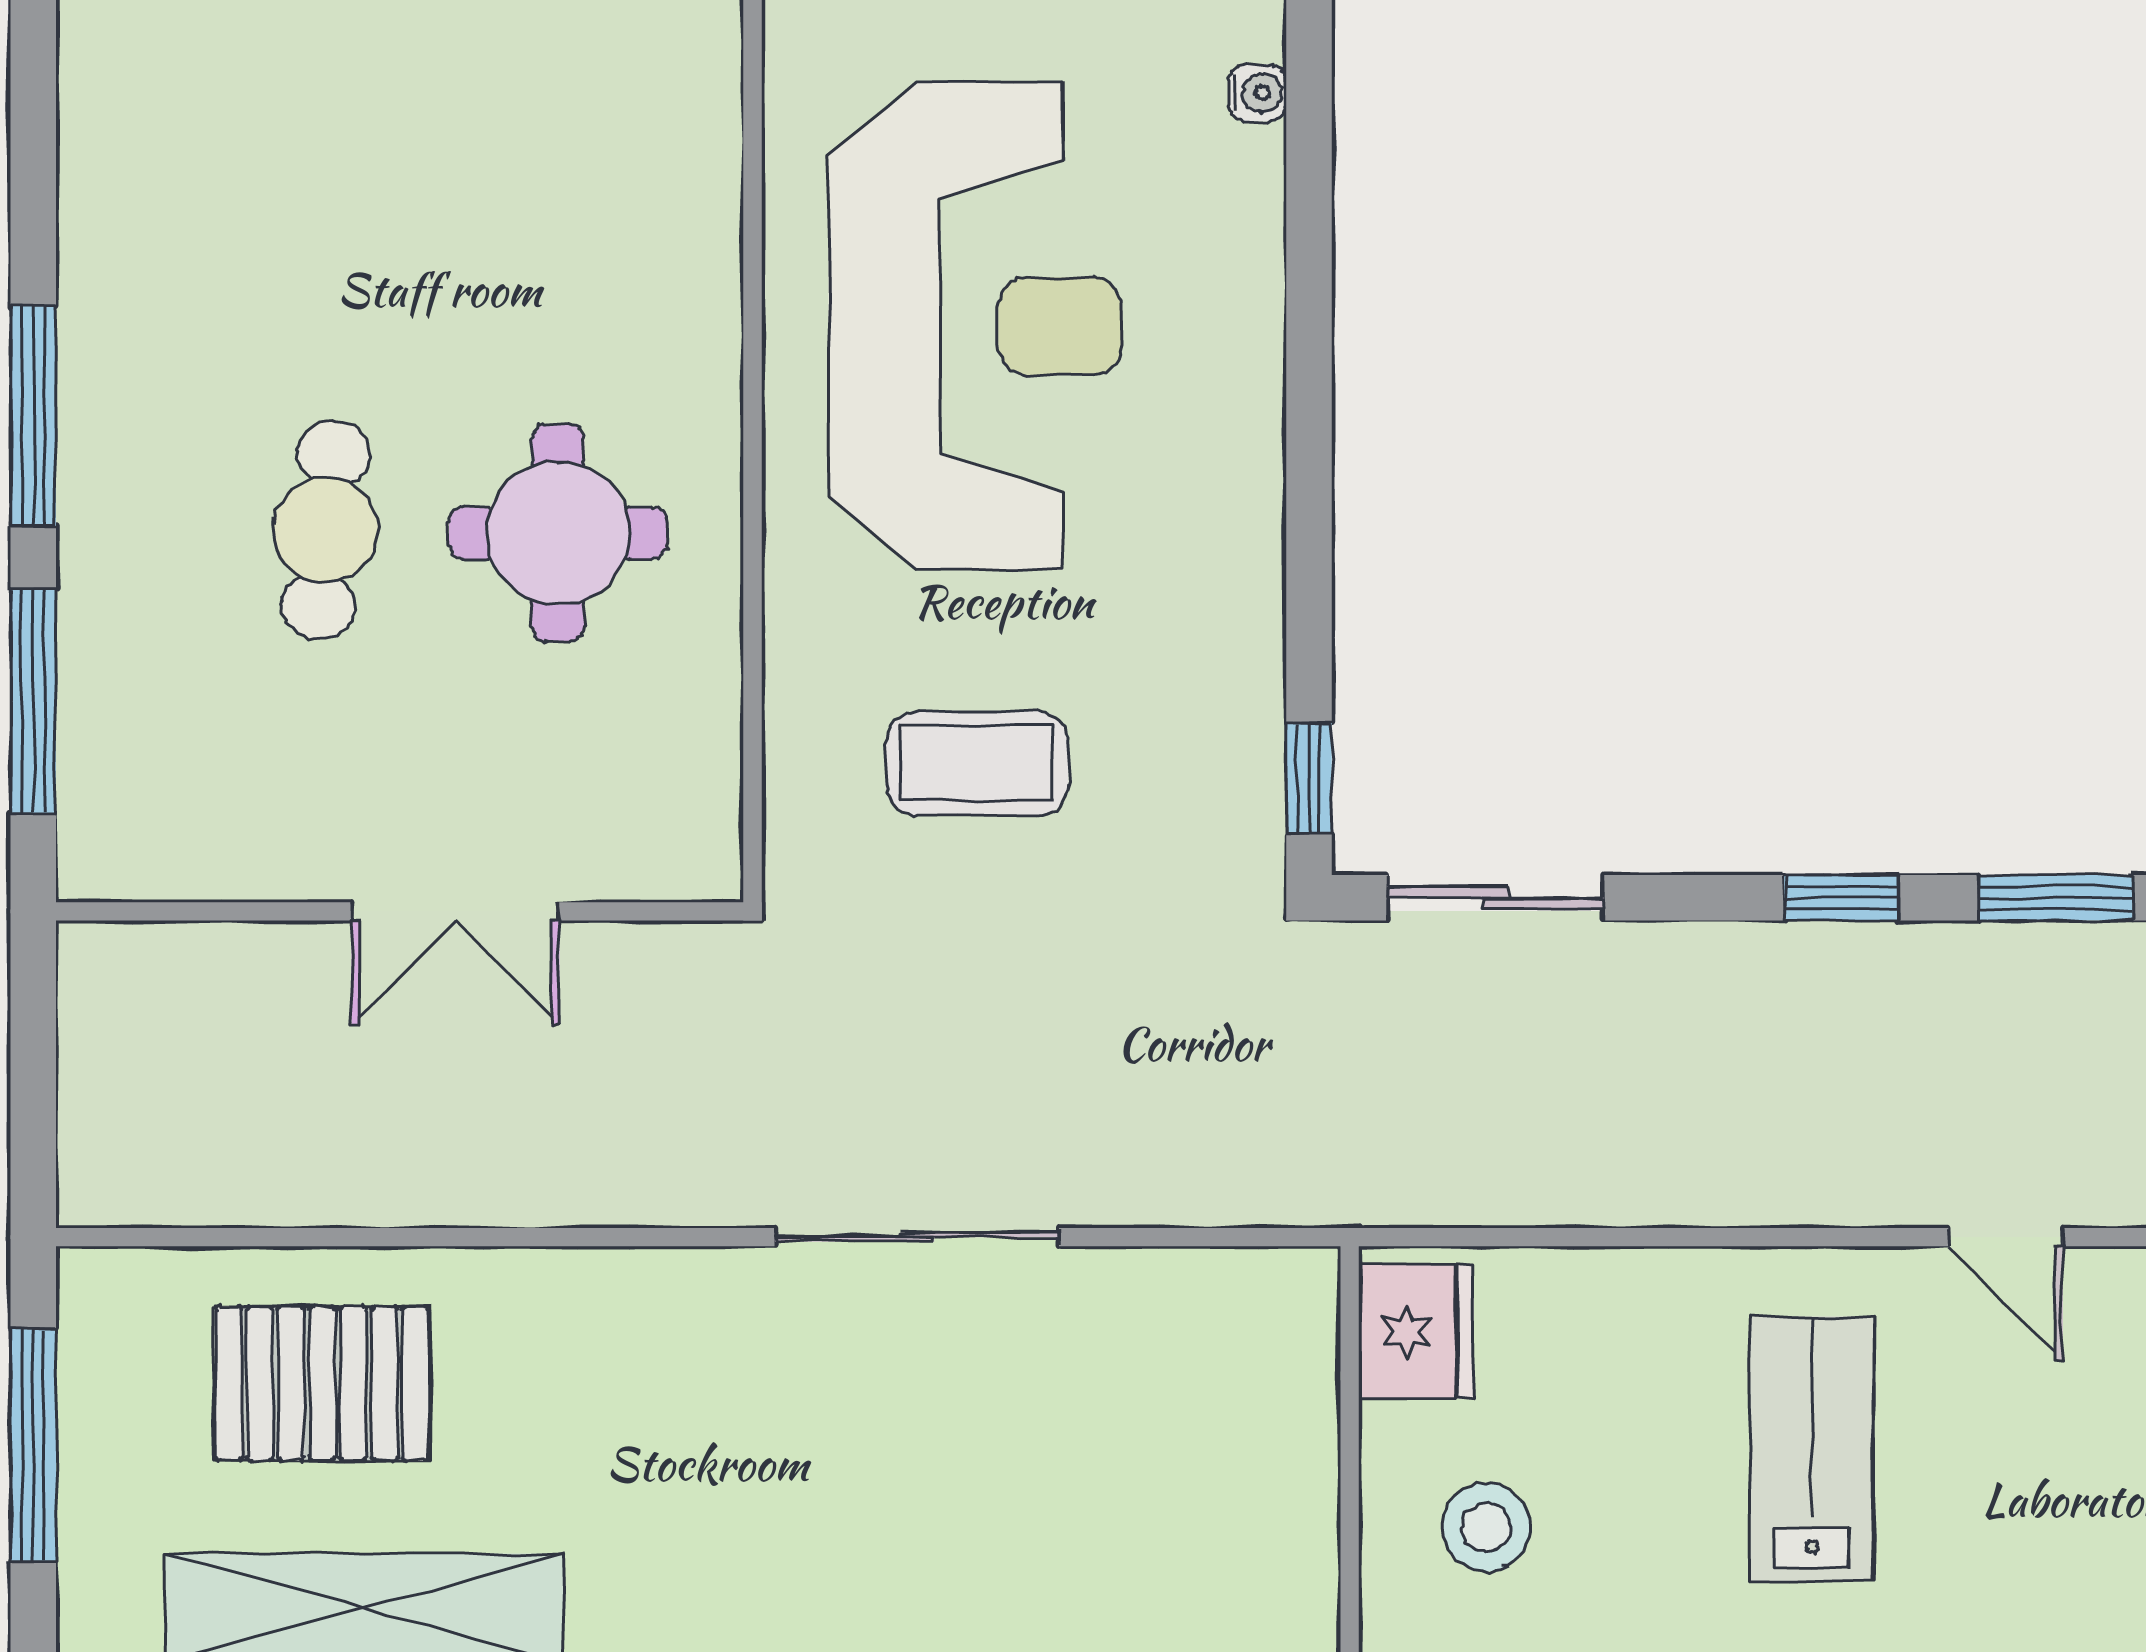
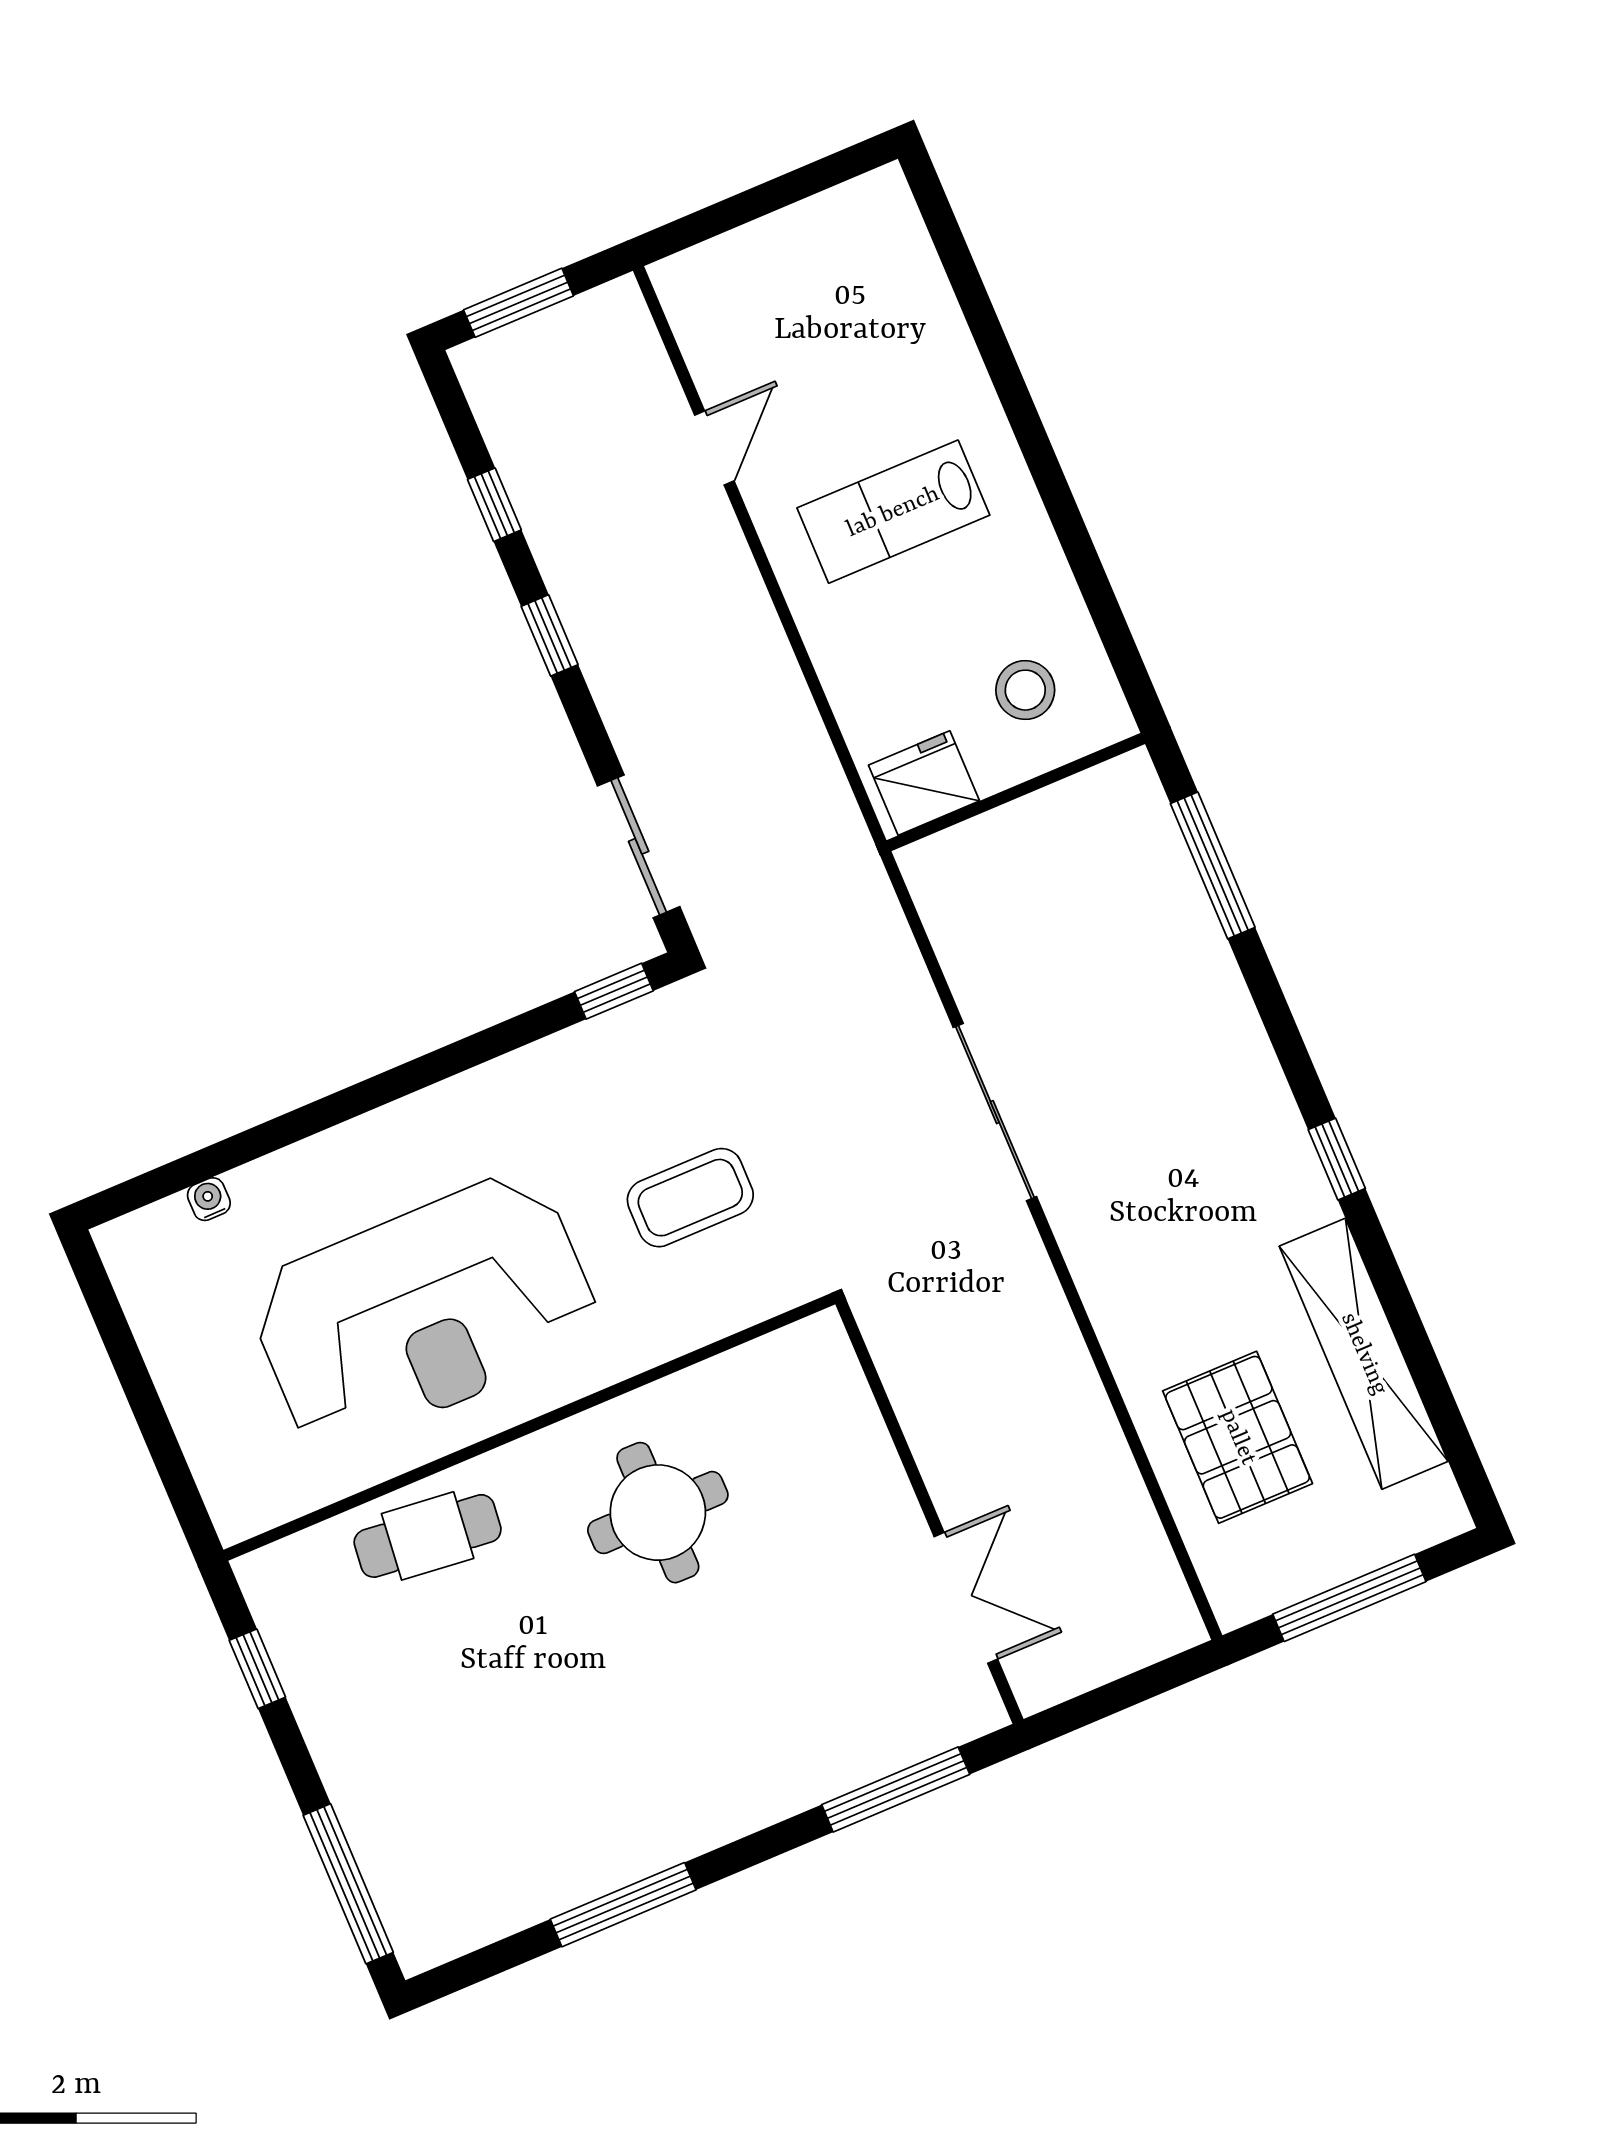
reception desk: (975, 326) -> (424, 1311), turned 180
window: (33, 415) -> (623, 1905), moved
cafe table: (326, 530) -> (428, 1536), moved
coffee table: (977, 763) -> (690, 1198), turned 90
window: (2056, 898) -> (494, 505), width x0.67
double door: (456, 911) -> (966, 1598), moved

